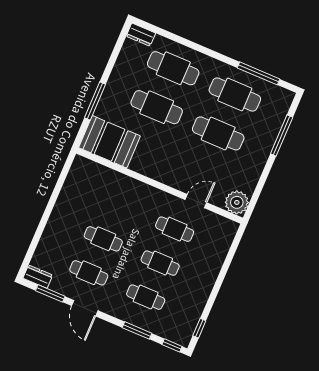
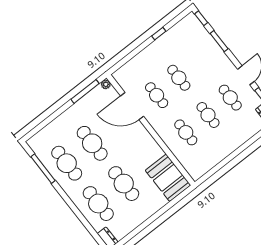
window: (95, 101) -> (163, 210), removed
window: (282, 136) -> (85, 91), moved
door: (196, 201) -> (132, 106), width x1.88
plant: (237, 202) -> (106, 84), width x0.53, depth x0.53
cafe table: (146, 297) -> (186, 132), moved
window: (199, 328) -> (159, 34), moved

